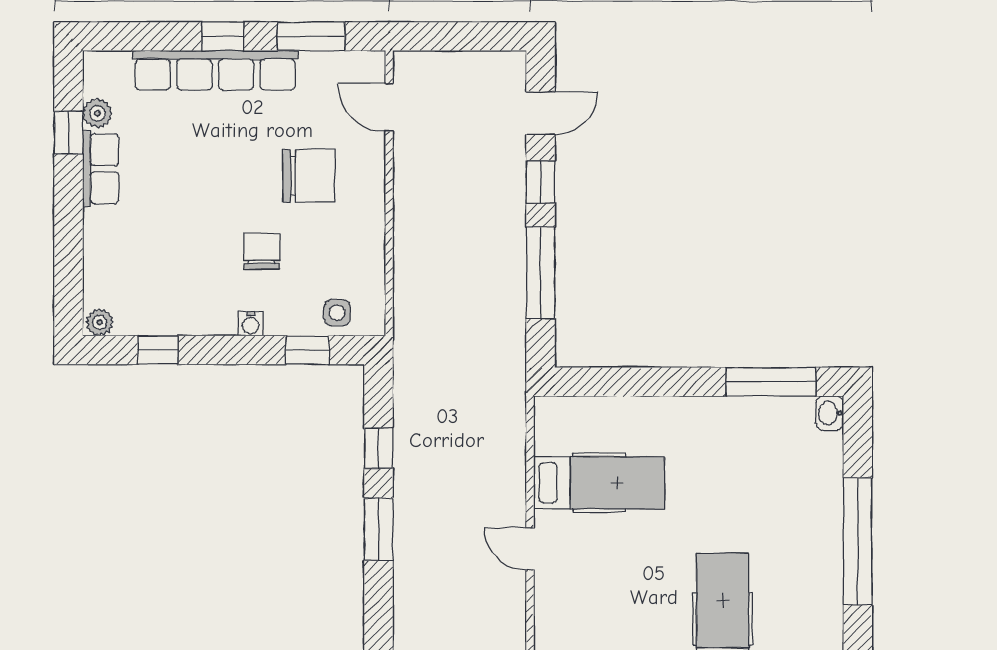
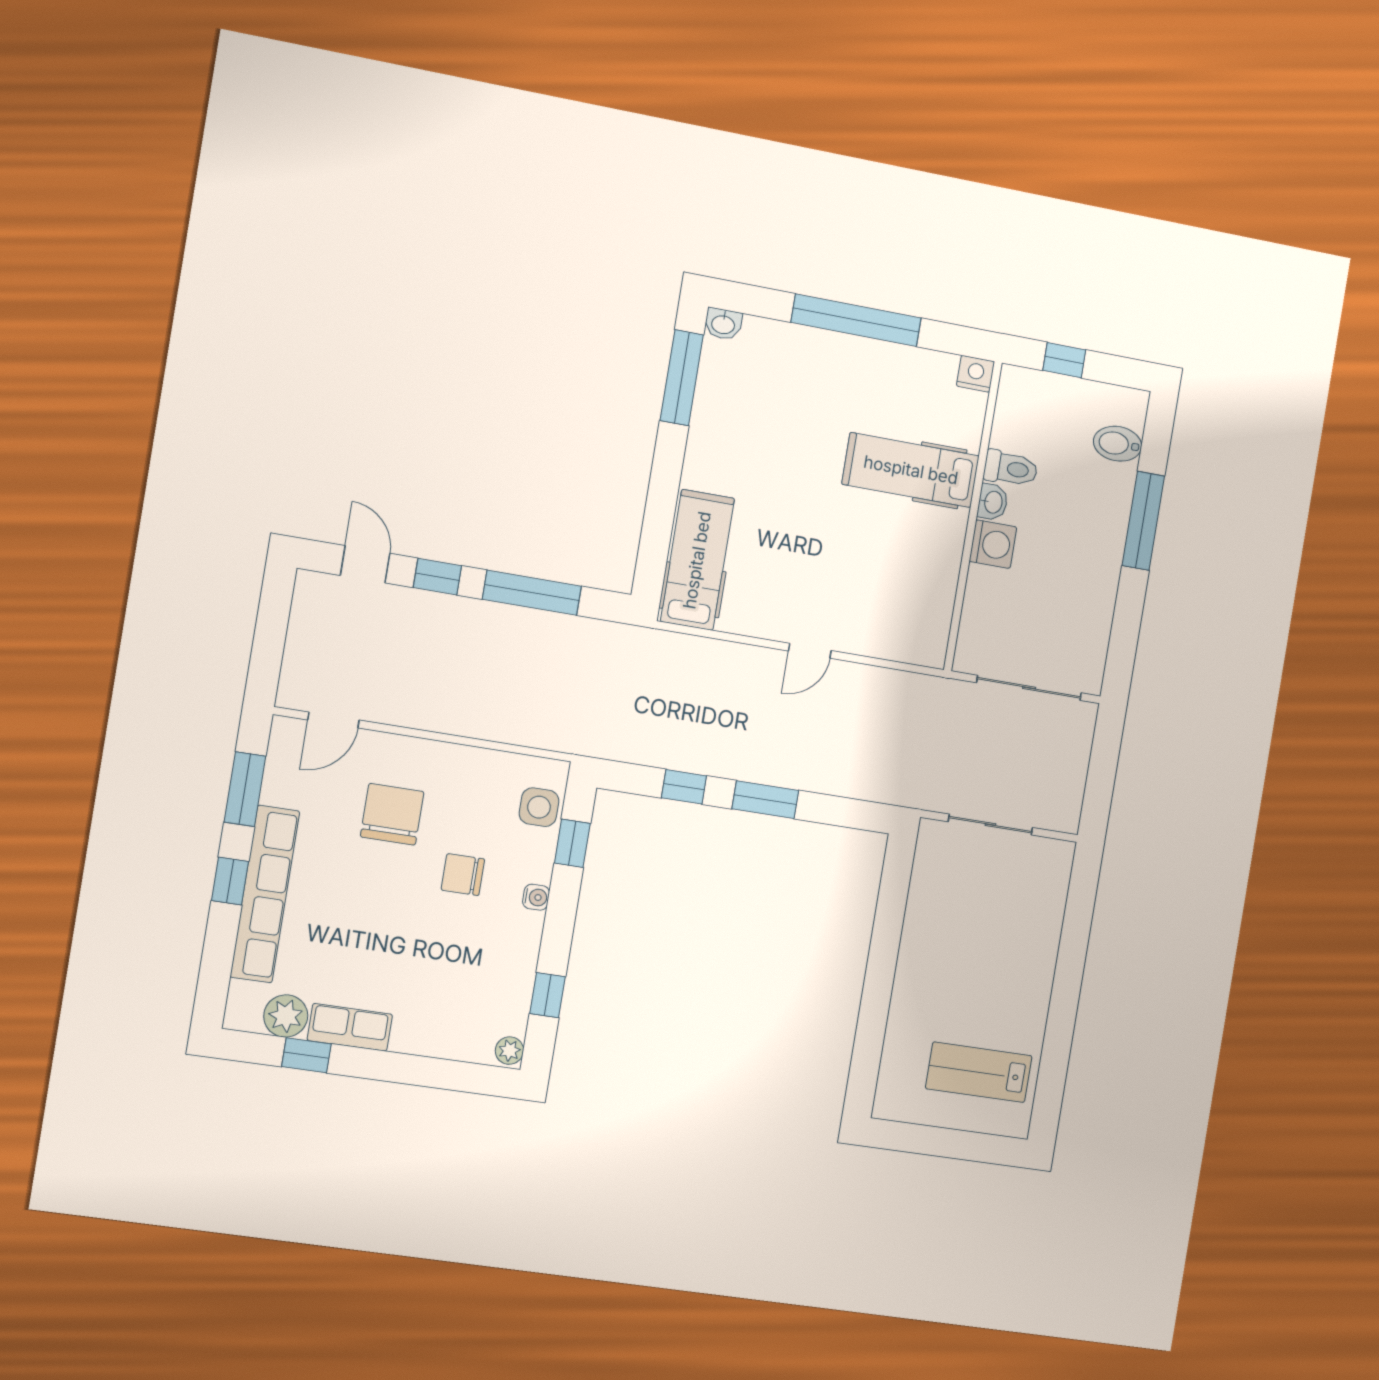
plant: (97, 113) -> (286, 1016), width x1.38, depth x1.38
side table: (337, 313) -> (539, 807), width x1.37, depth x1.37
hospital bed: (599, 483) -> (697, 560), moved

